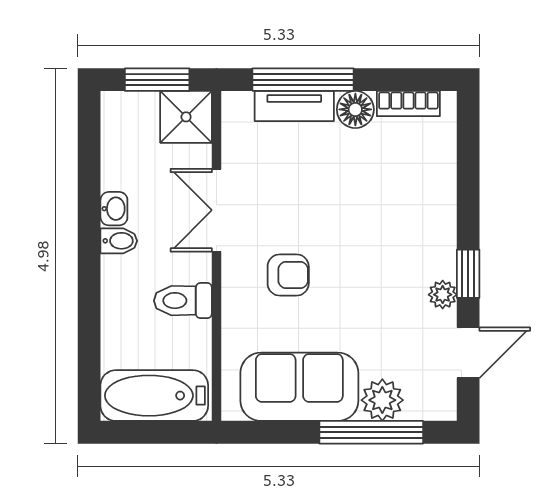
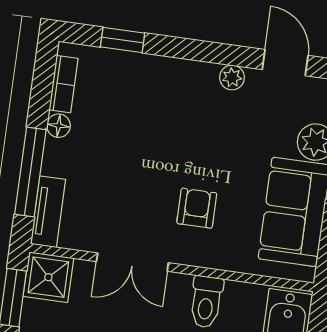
tv unit: (294, 106) -> (48, 212), moved
floor lamp: (355, 109) -> (59, 126), width x0.73, depth x0.73
window: (468, 274) -> (123, 40), moved

